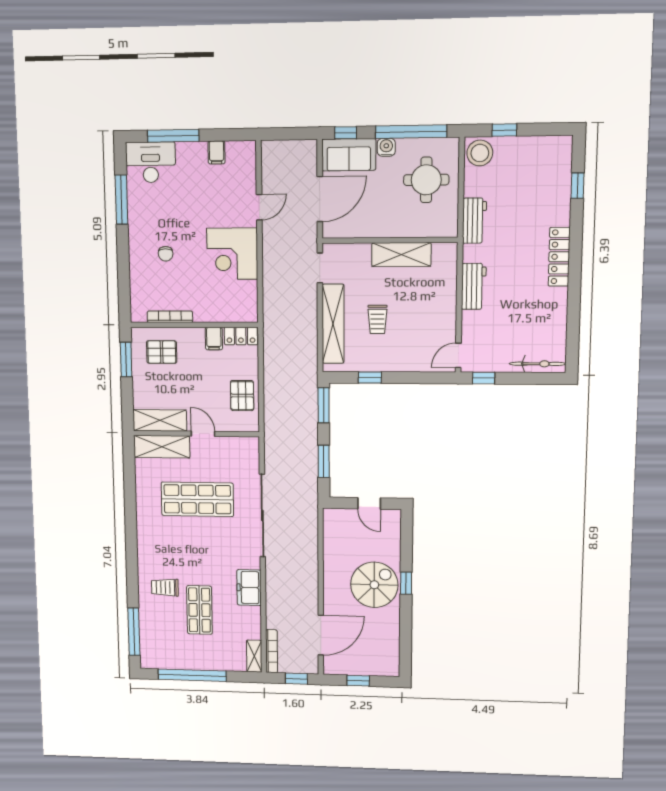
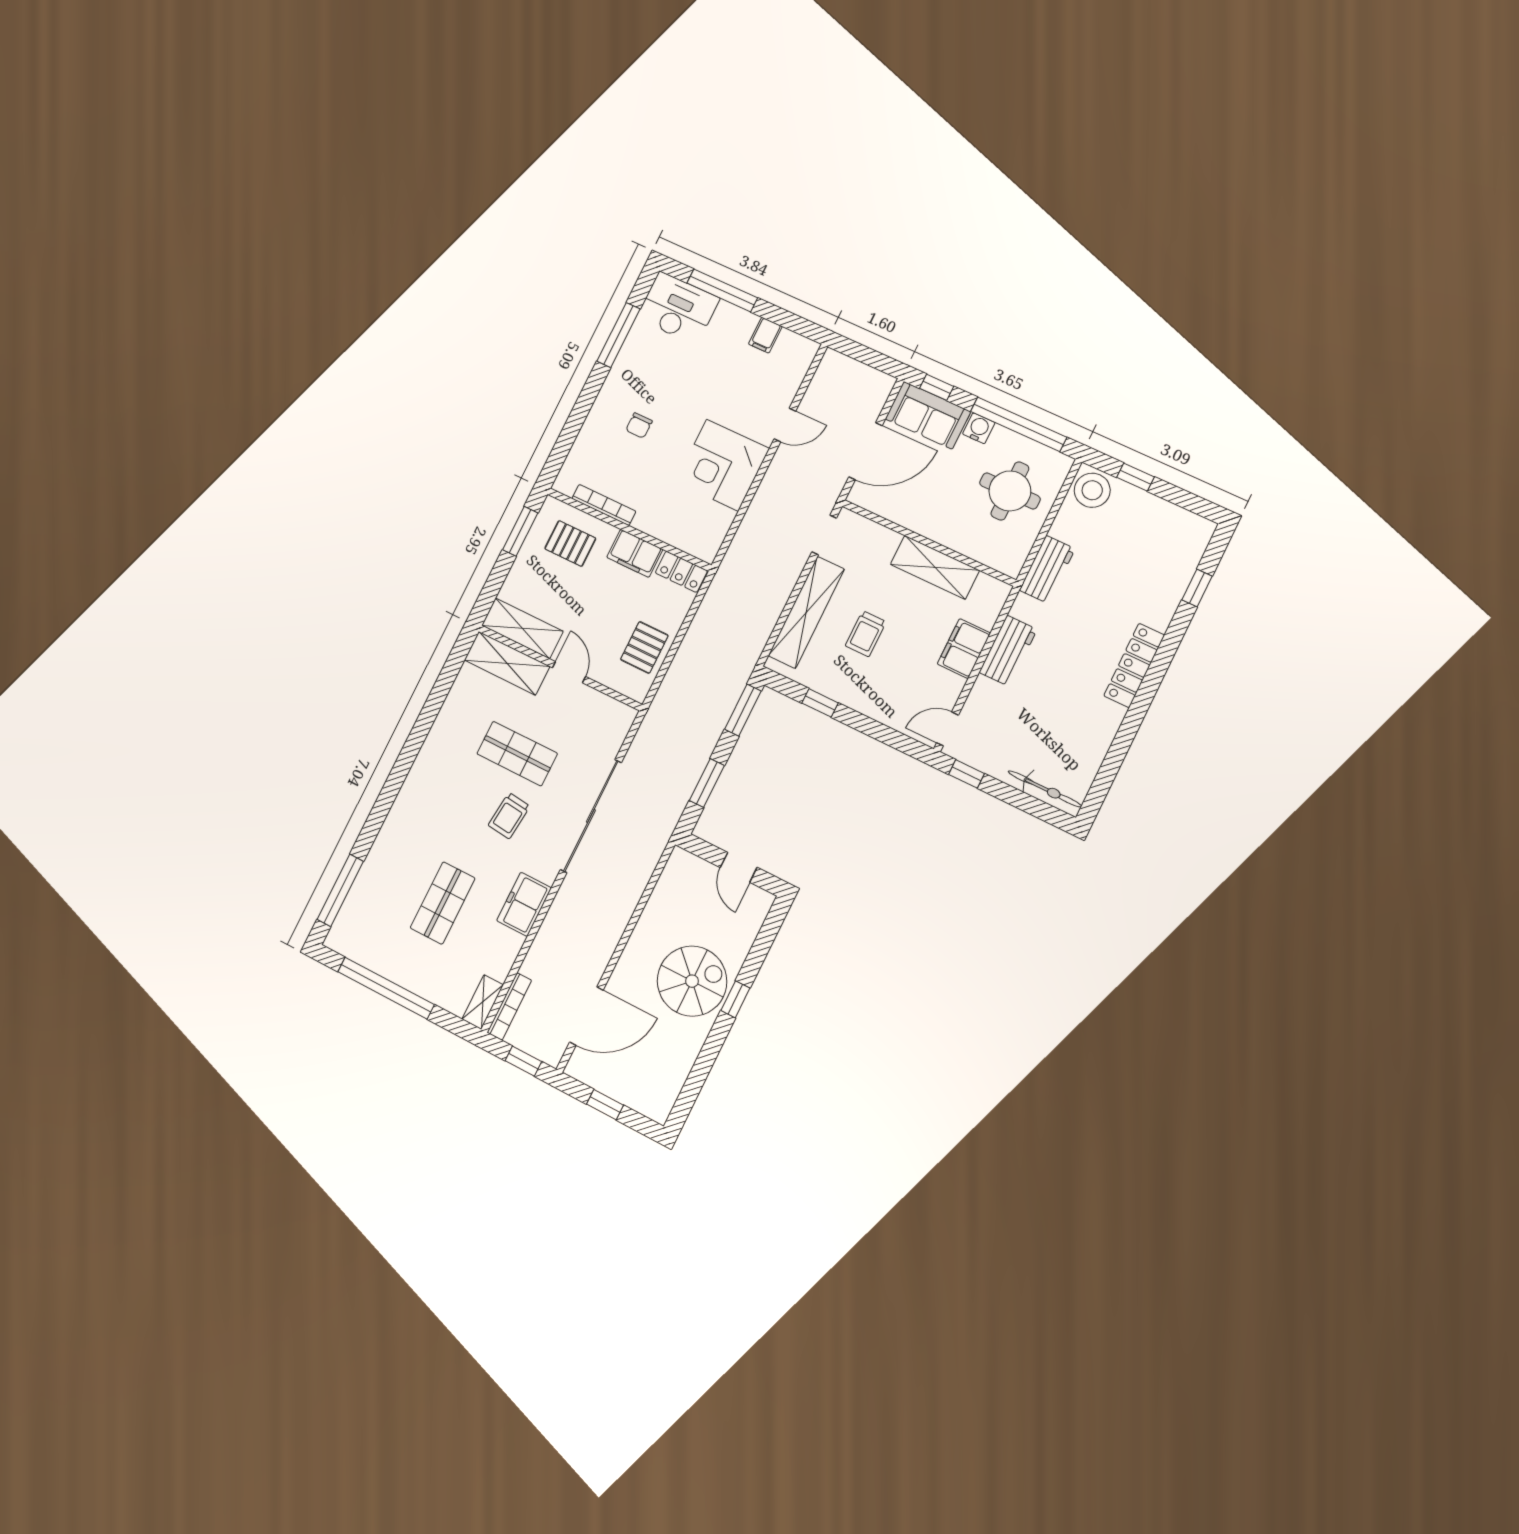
filing cabinet: (445, 299) -> (964, 649), added
filing cabinet: (214, 339) -> (635, 553), width x2.00
shop shelf: (197, 499) -> (517, 754), width x0.70, depth x0.74
trolley: (165, 587) -> (509, 816), moved, turned -84

